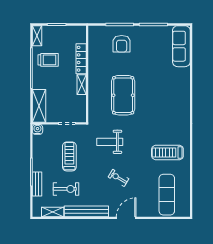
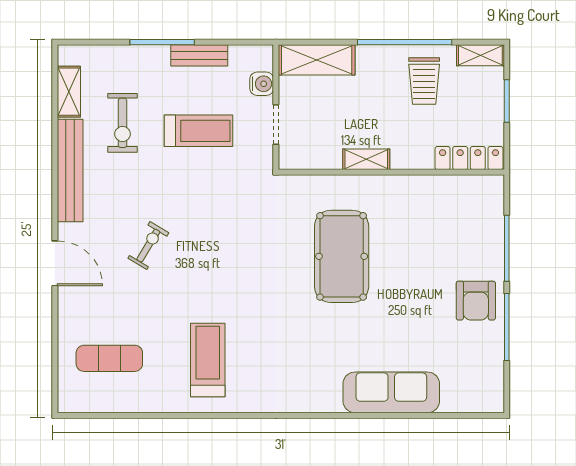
armchair: (122, 44) -> (476, 301), moved, turned -90
sofa: (181, 46) -> (391, 392), moved
locker: (81, 59) -> (469, 158), moved
pool table: (123, 95) -> (342, 256), turned 90
water cooler: (37, 129) -> (262, 84), moved
weight bench: (110, 142) -> (233, 225), removed
bench: (37, 184) -> (199, 55), moved
exercise mat: (167, 195) -> (109, 358), width x0.73, depth x0.69

